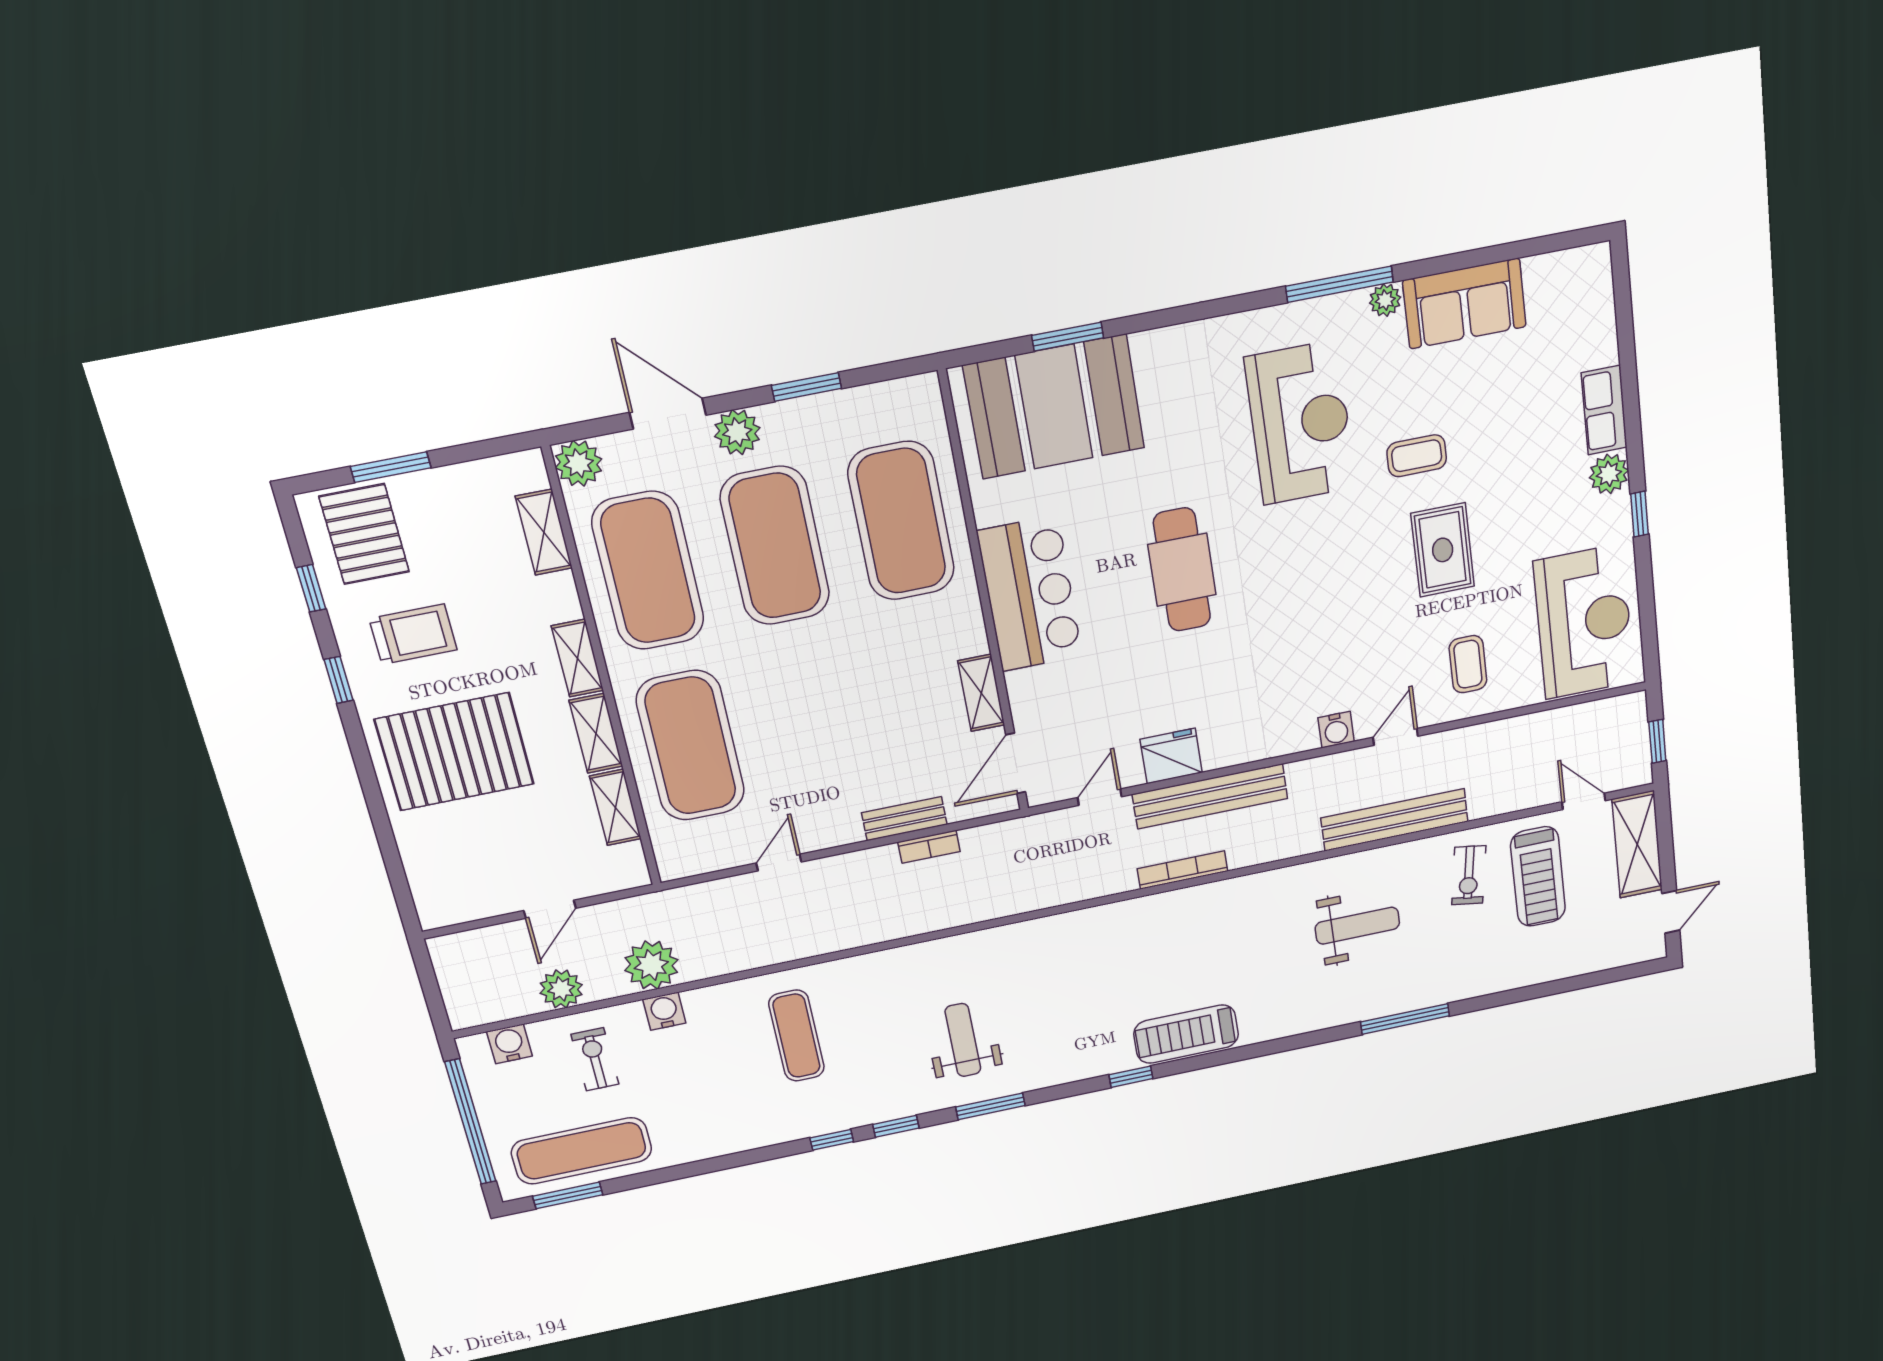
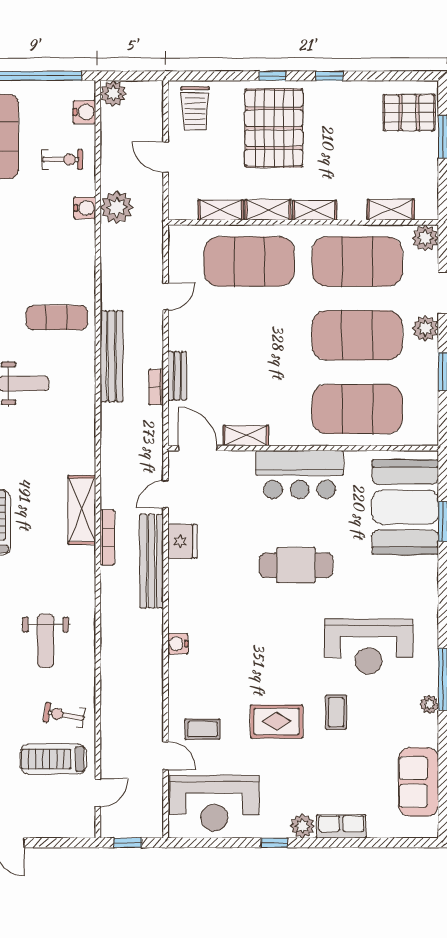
sofa: (1464, 304) -> (419, 782), moved
window: (311, 588) -> (272, 76), moved
trolley: (413, 634) -> (195, 108), moved
door: (1395, 737) -> (166, 756), moved
door: (1100, 797) -> (166, 494), swing flipped
bench: (1395, 820) -> (111, 356), moved
shelving: (1637, 844) -> (82, 510), moved, turned 90
door: (779, 863) -> (166, 297), hinge flipped
plant: (561, 989) -> (113, 93), moved
exercise mat: (796, 1036) -> (57, 318), moved

